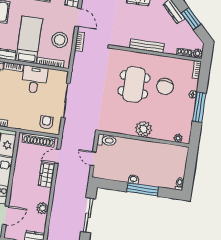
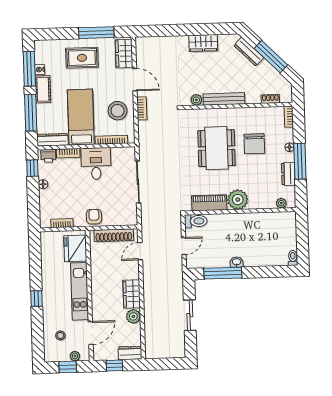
window: (191, 19) -> (271, 57), width x1.44
plant: (197, 53) -> (196, 100), moved
dresser: (188, 116) -> (288, 174), added
armchair: (46, 122) -> (94, 217), moved
piano: (120, 128) -> (209, 203), added
door: (93, 159) -> (184, 246), swing flipped
wardrobe: (46, 175) -> (132, 294), moved
window: (143, 189) -> (223, 273), moved
sliding door: (88, 215) -> (190, 315), width x0.73

